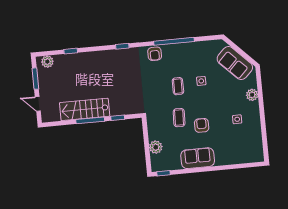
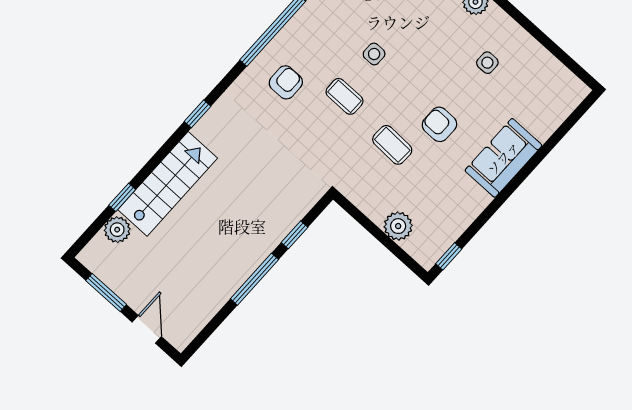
armchair: (155, 54) -> (286, 82), moved, turned -90
plant: (47, 62) -> (117, 230), moved
door: (38, 104) -> (147, 329), swing flipped
stairs: (85, 109) -> (168, 184), moved, turned 180
sofa: (198, 158) -> (503, 158), moved

